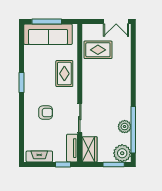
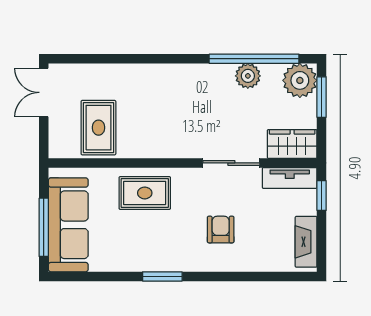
double door: (116, 22) -> (44, 92), swing flipped

